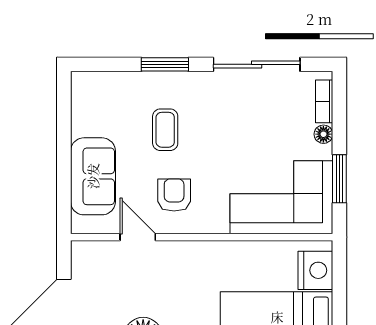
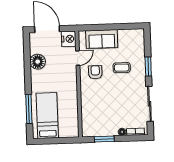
armchair: (174, 195) -> (95, 72), turned -90
corner sofa: (281, 197) -> (96, 116), removed
nightstand: (315, 270) -> (69, 39), moved, turned -90

